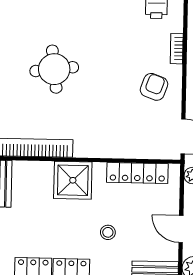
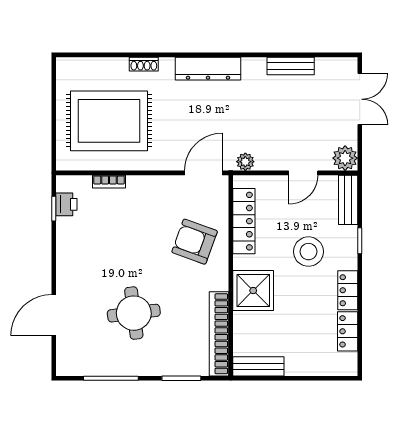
armchair: (154, 87) -> (195, 242), moved, width x1.38, depth x1.38
stool: (108, 232) -> (308, 252), width x1.89, depth x1.89

